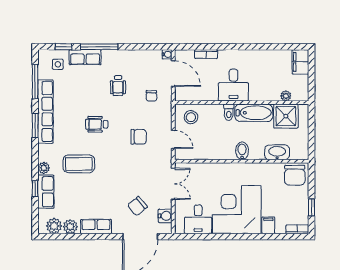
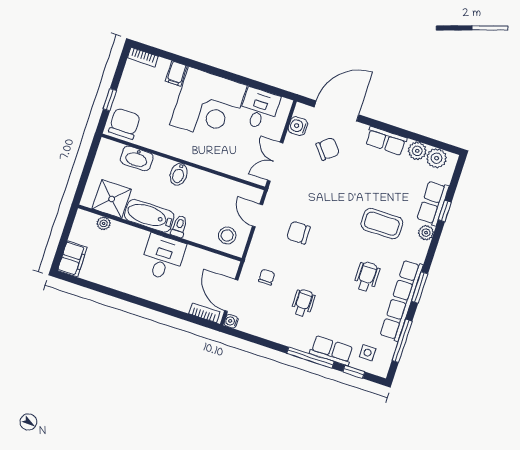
bookcase: (206, 54) -> (204, 313), moved
wheelchair: (97, 124) -> (367, 277), moved, turned -90
window: (311, 207) -> (110, 100), moved

